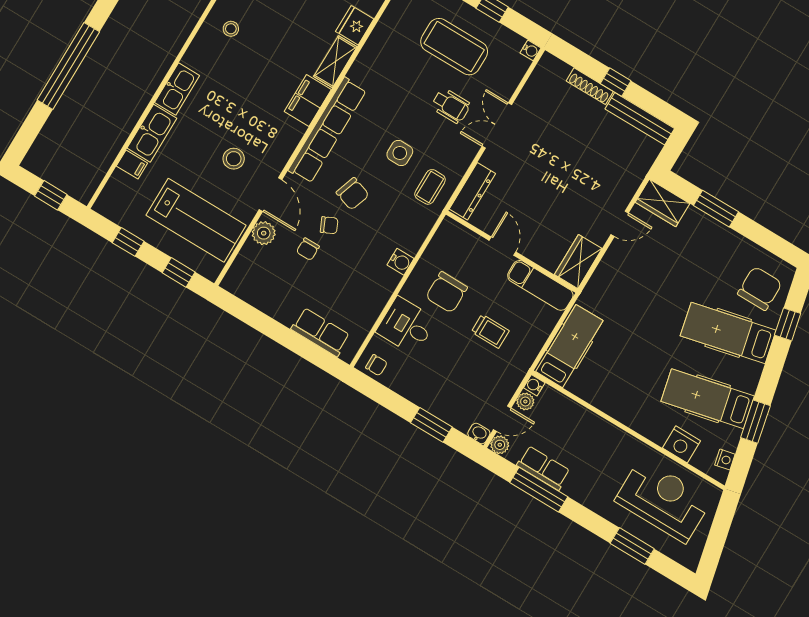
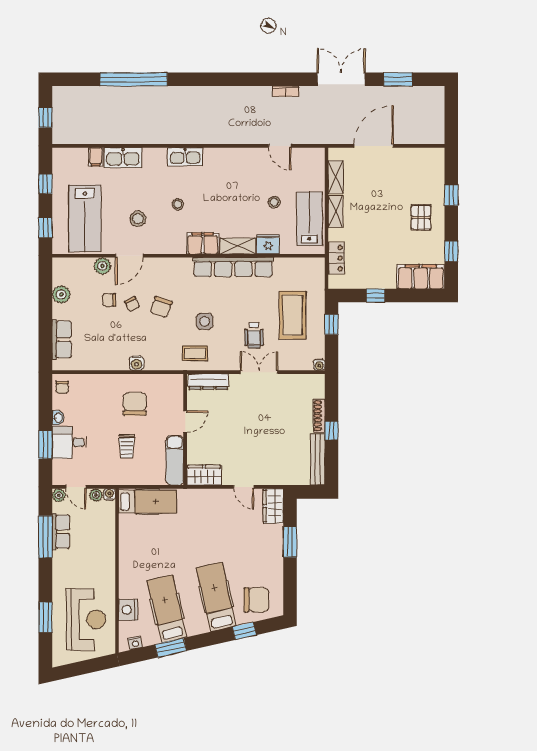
stool: (231, 29) -> (178, 204), moved
kitchen sink: (177, 89) -> (185, 157), moved
row of seats: (327, 130) -> (233, 267), moved
chair: (447, 292) -> (135, 404), turned 90
plant: (268, 301) -> (61, 294), added
desk: (406, 326) -> (69, 442), moved, turned -90
washbasin: (479, 433) -> (58, 418), moved

